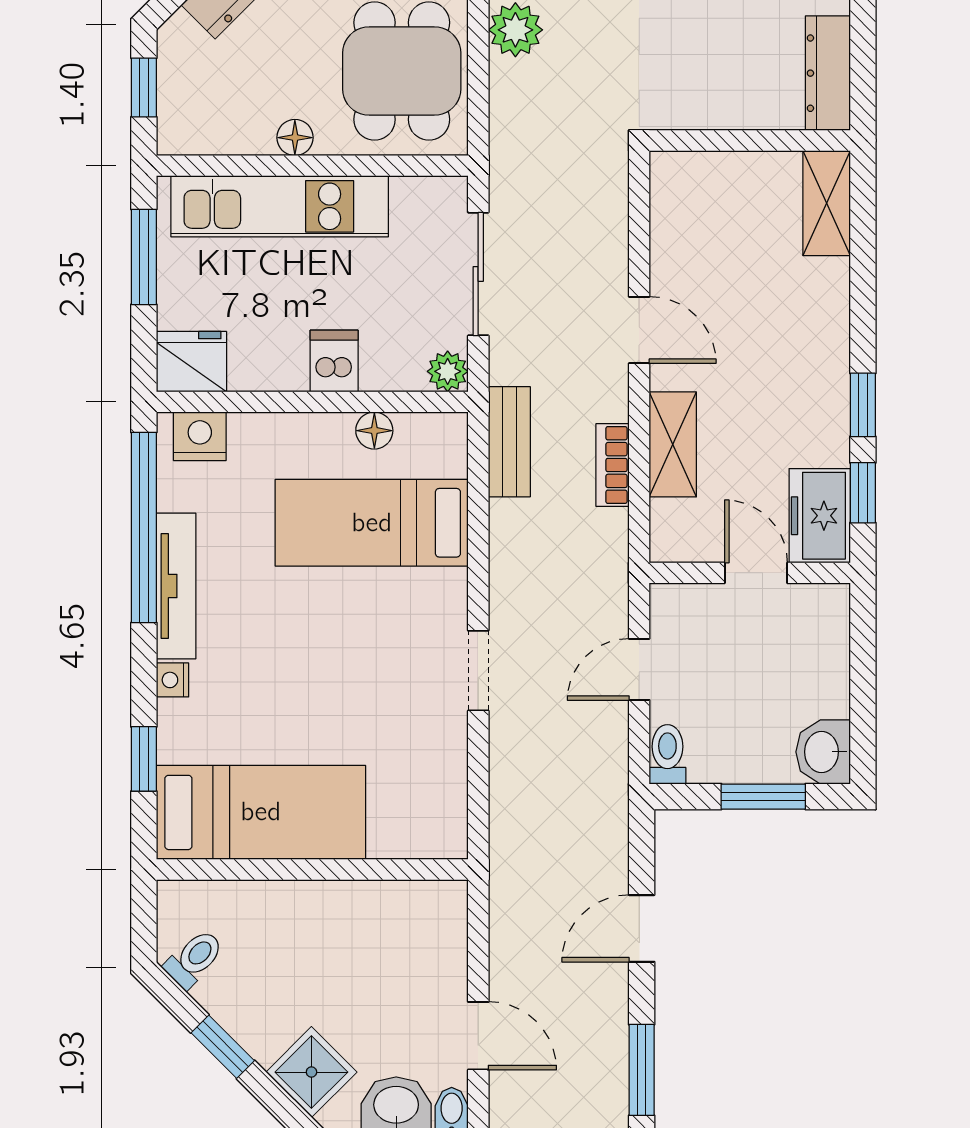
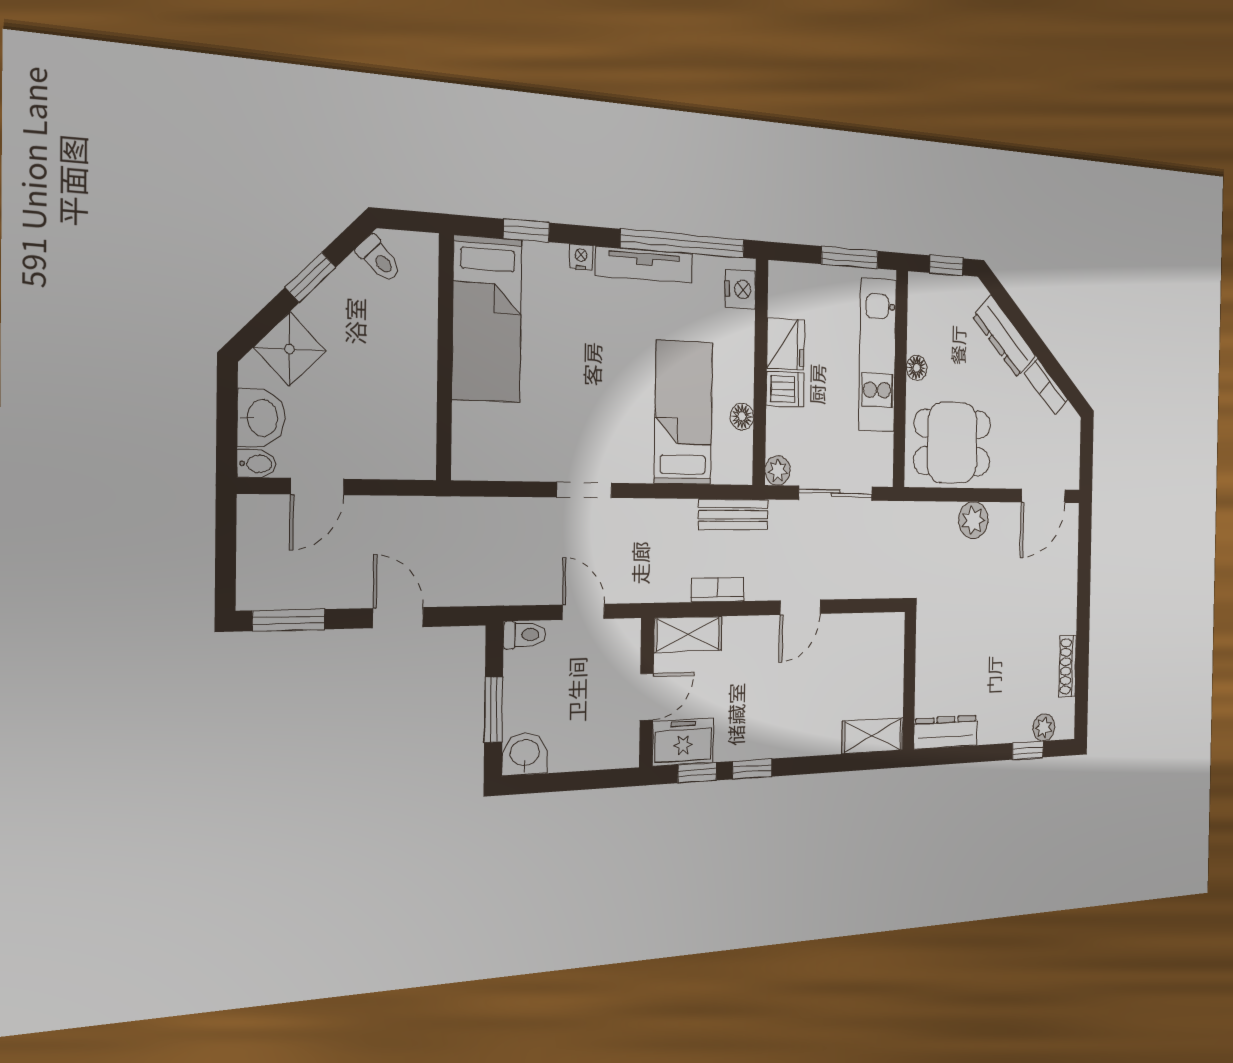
fridge: (192, 362) -> (786, 344), moved
shelving: (673, 444) -> (688, 634), moved

